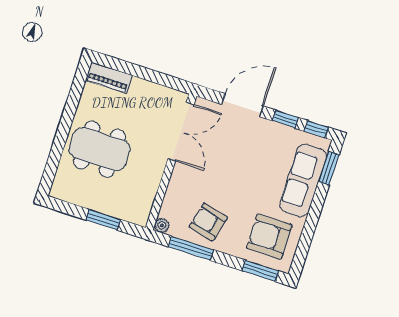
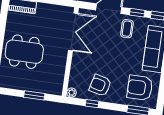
coffee table: (265, 141) -> (127, 29), added
window: (191, 248) -> (92, 104), width x0.46

